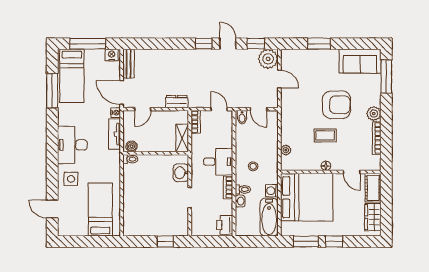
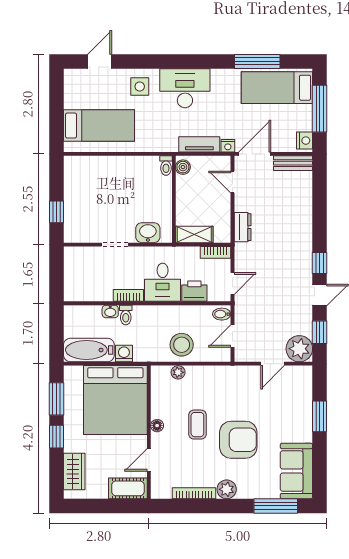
armchair: (337, 105) -> (238, 440), turned -90
stool: (253, 166) -> (182, 345), moved, width x1.89, depth x1.89
wardrobe: (373, 217) -> (74, 472), moved, turned 90
printer: (225, 225) -> (194, 291), moved

